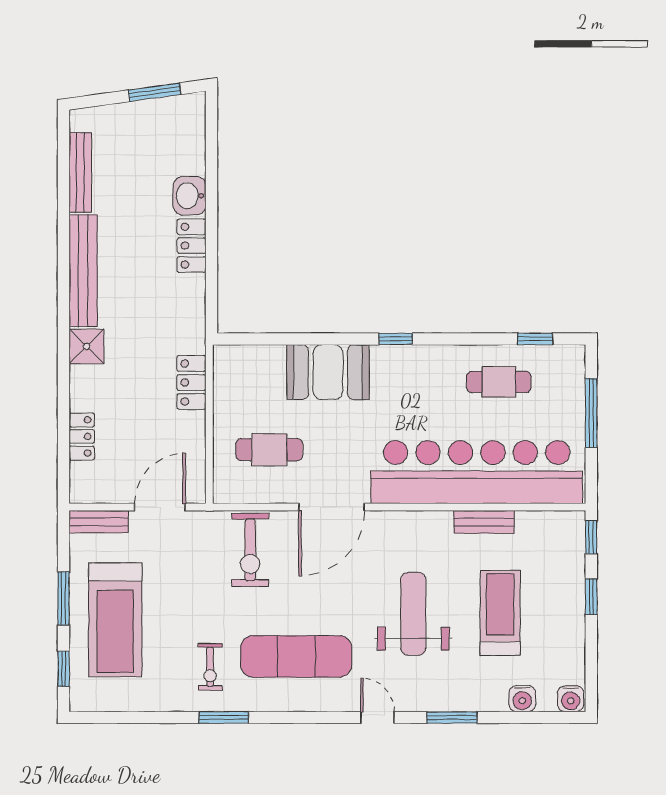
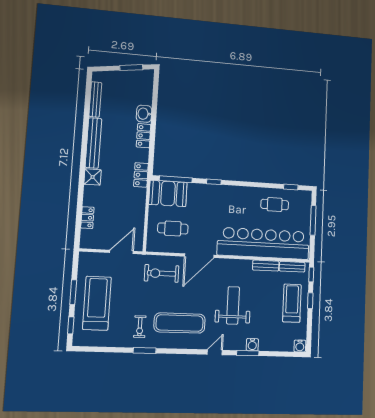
window: (269, 339) -> (176, 179), added
window: (396, 339) -> (214, 182), moved
booth: (328, 372) -> (168, 193), moved
locker: (191, 383) -> (141, 175), moved
bench: (99, 522) -> (292, 267), moved
exercise bike: (250, 550) -> (162, 273), turned 90
treadmill: (500, 613) -> (292, 303), moved
treadmill: (115, 620) -> (97, 303), turned 180
water cooler: (522, 699) -> (252, 345), moved
door: (378, 717) -> (215, 352), hinge flipped

